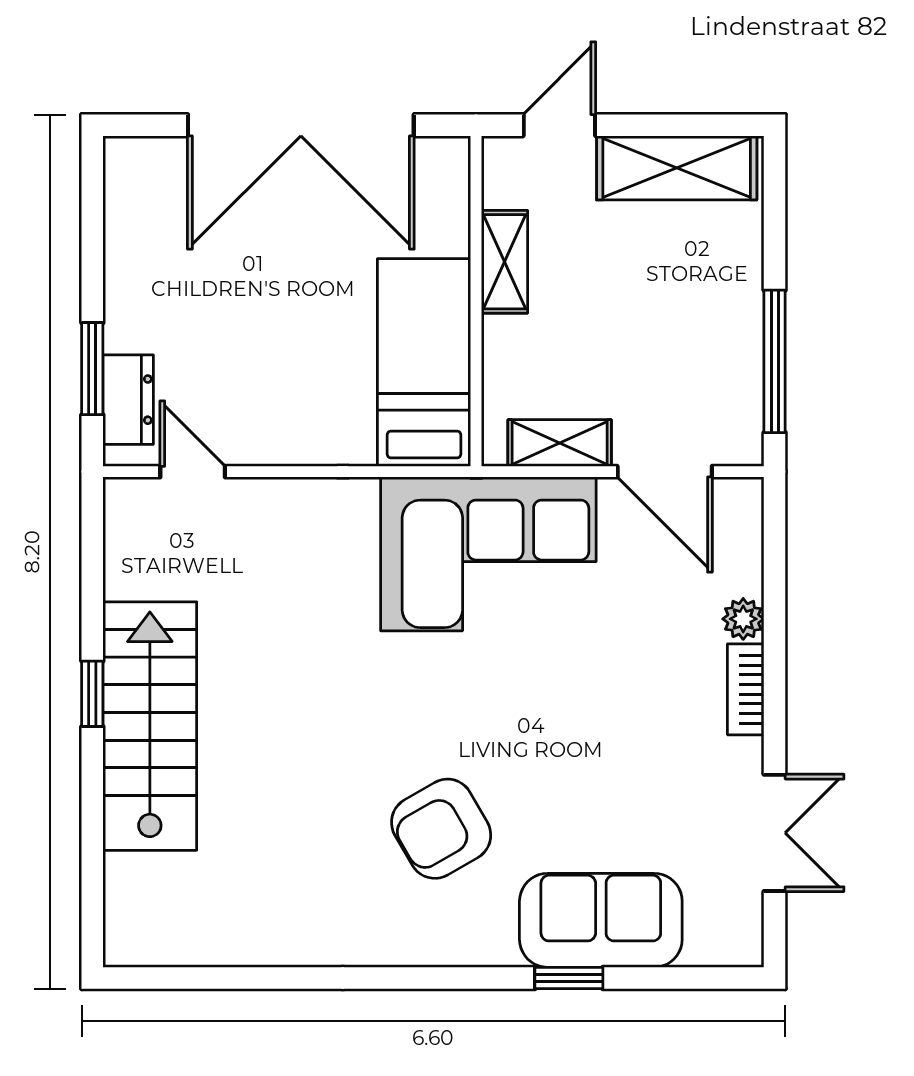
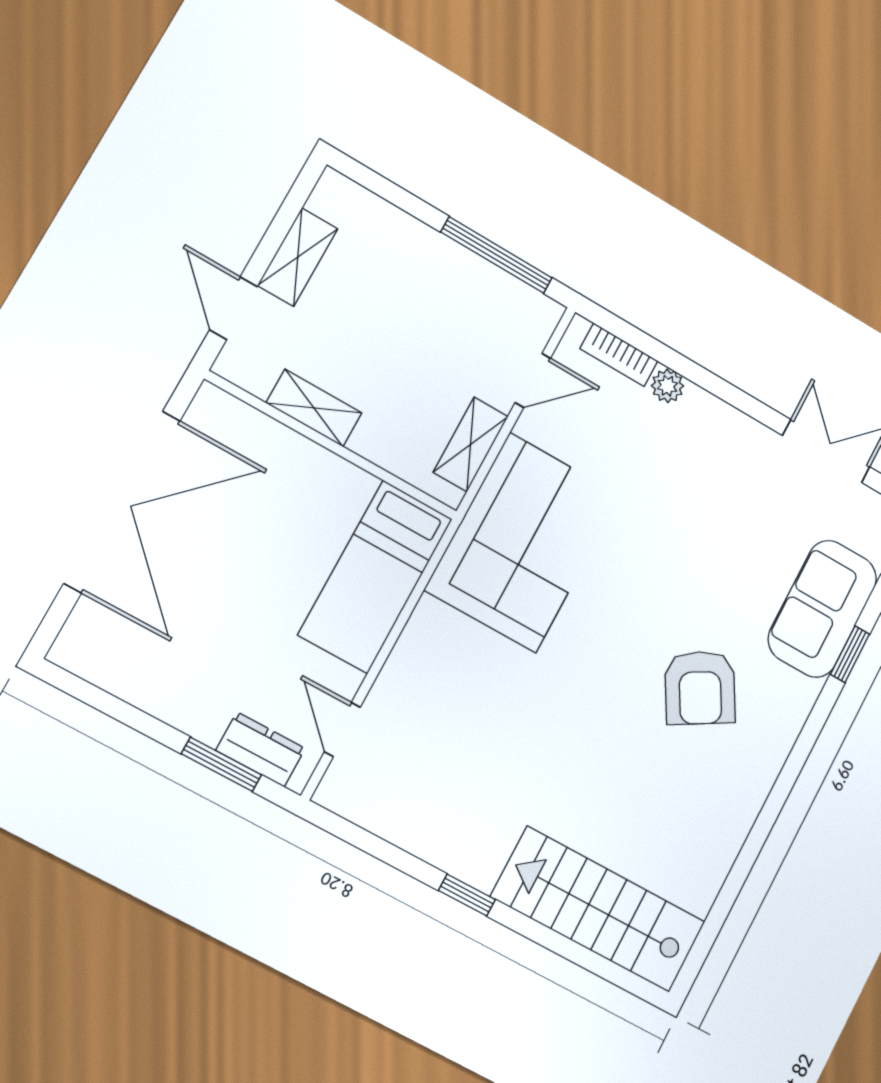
shelving: (677, 168) -> (298, 257), width x0.67, depth x0.75
bed: (424, 363) -> (375, 577), moved, turned -90
door: (193, 472) -> (342, 730), hinge flipped
door: (665, 472) -> (533, 380), width x0.73
bookcase: (746, 689) -> (619, 355), moved
stairs: (150, 726) -> (598, 909), moved

